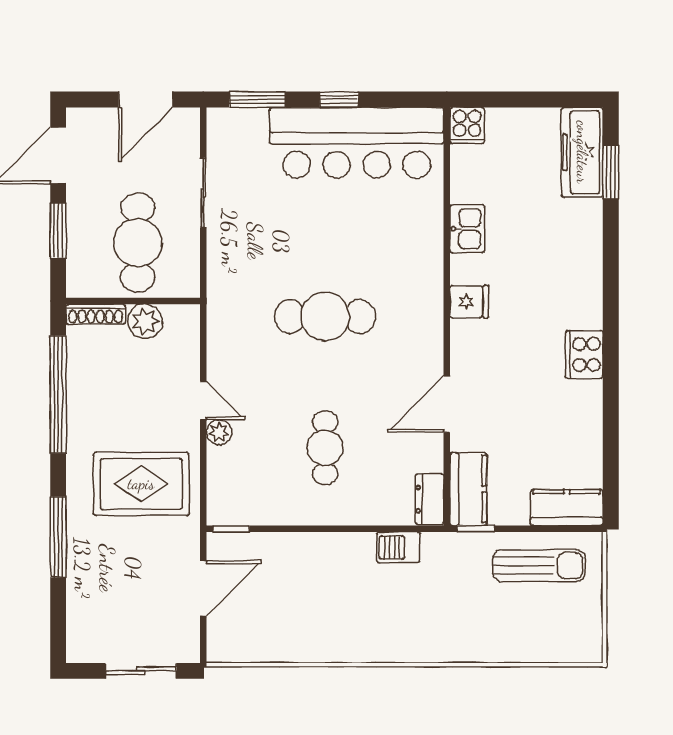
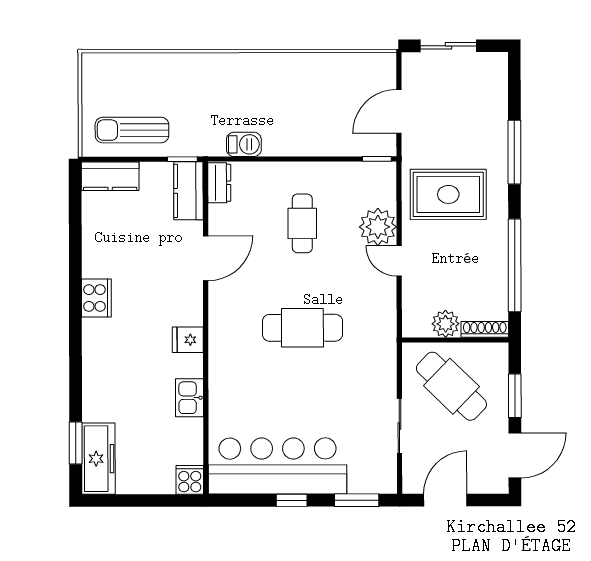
cafe table: (138, 243) -> (451, 386), turned -46
plant: (219, 432) -> (378, 227), width x1.87, depth x1.87

